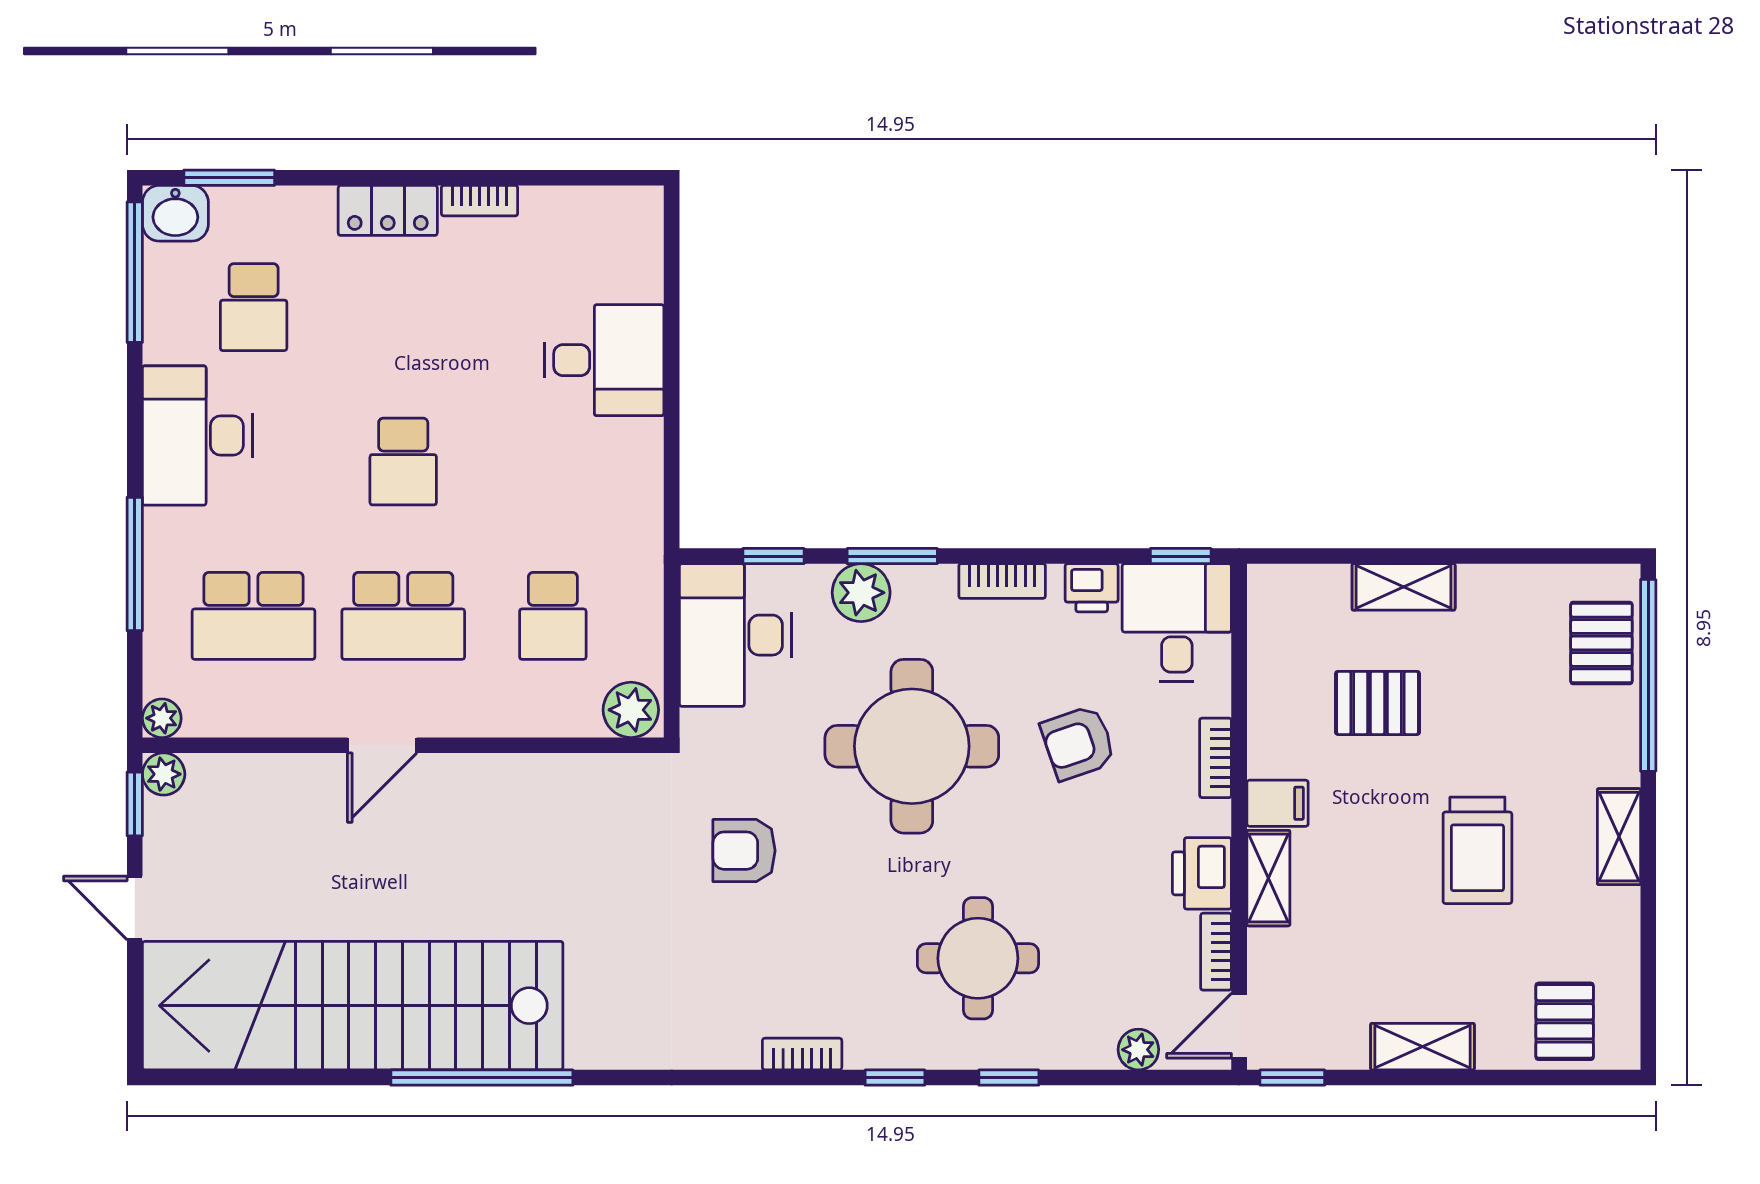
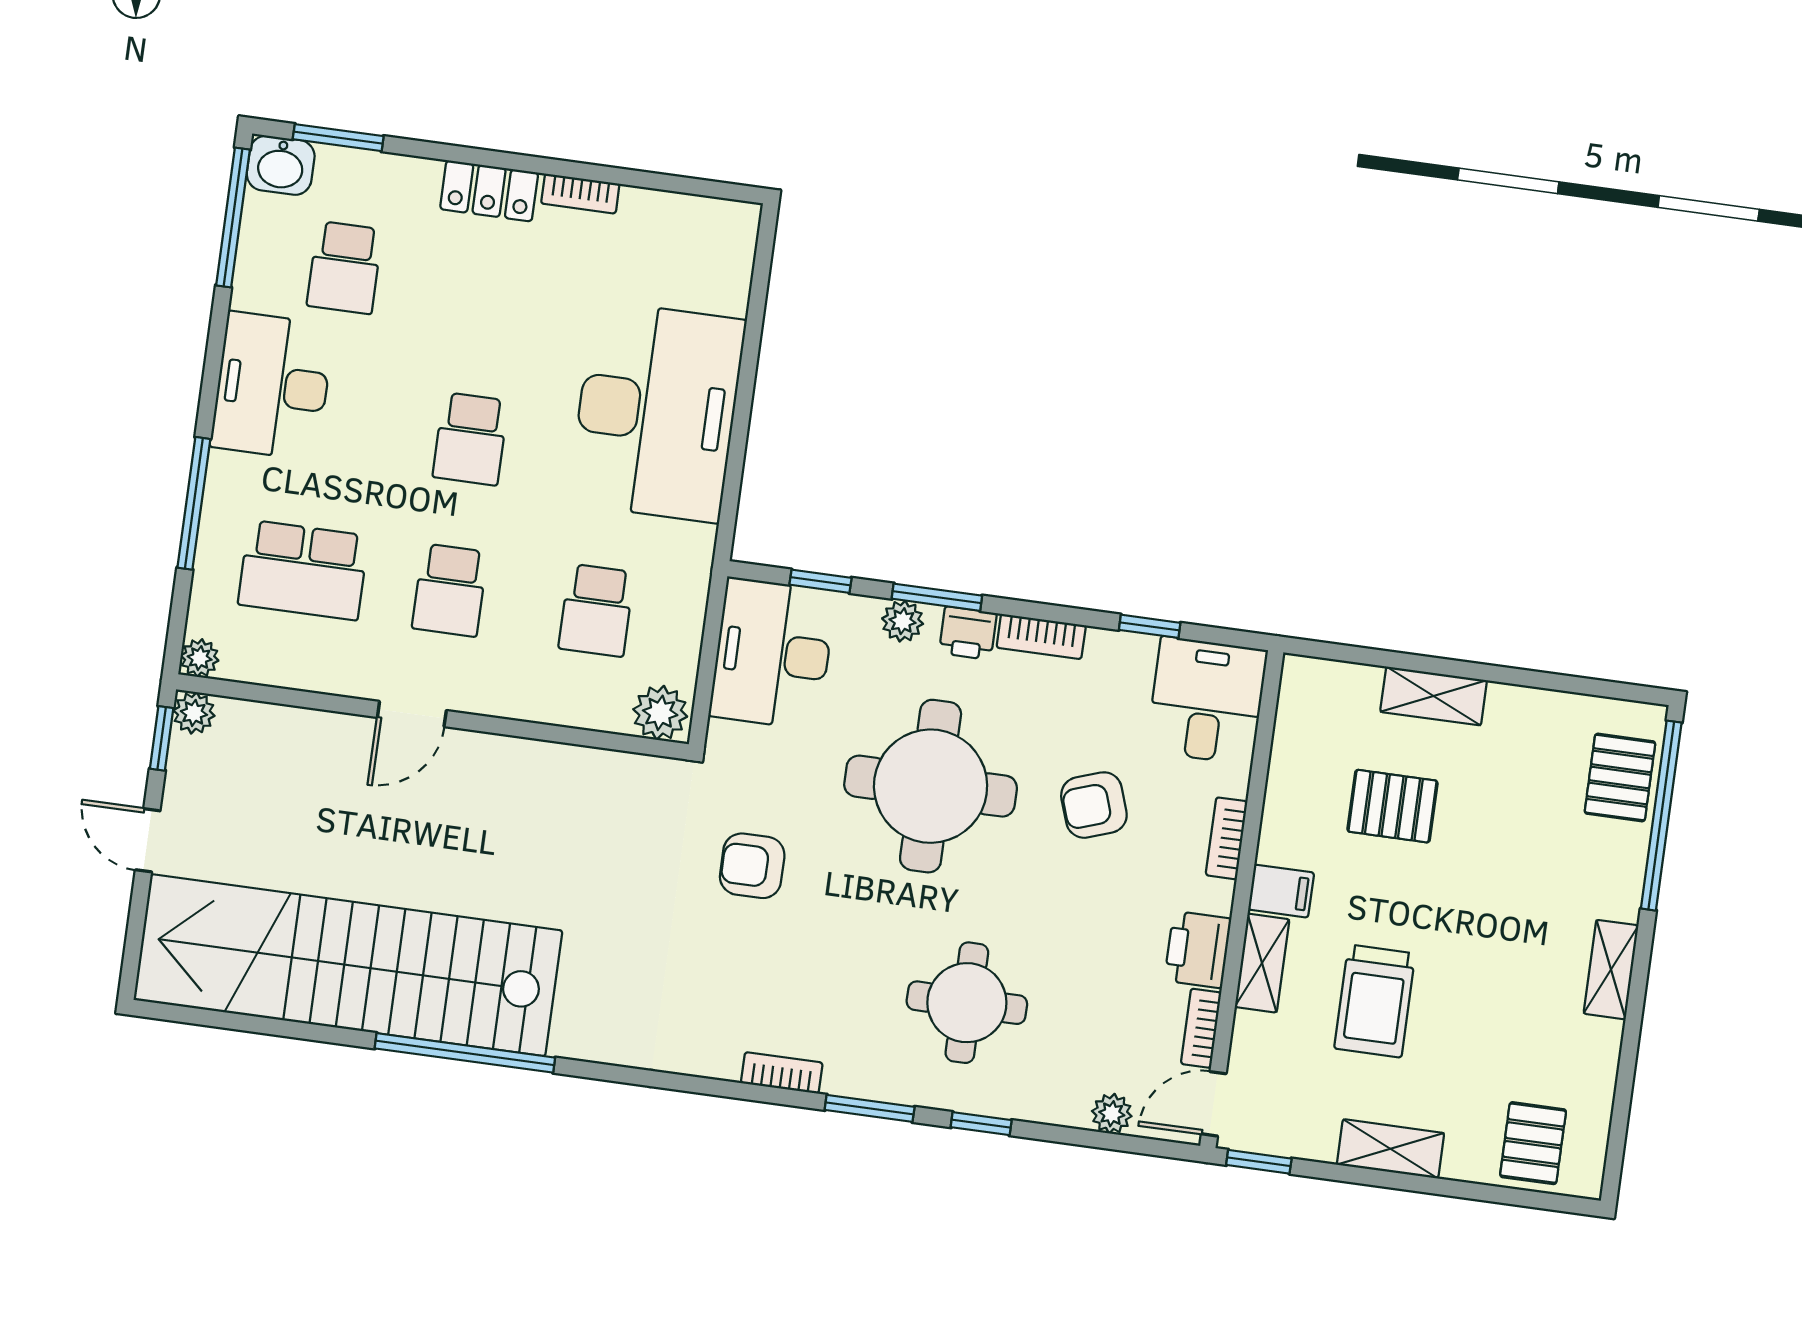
desk: (604, 360) -> (657, 412), width x1.87, depth x1.30
window: (1181, 556) -> (1150, 626), moved
printer: (1092, 588) -> (968, 633), moved
plant: (861, 593) -> (903, 621), width x0.73, depth x0.73
school desk: (403, 616) -> (450, 590), width x0.54
trolley: (1477, 850) -> (1375, 1001), moved
window: (895, 1078) -> (870, 1108), width x1.50

